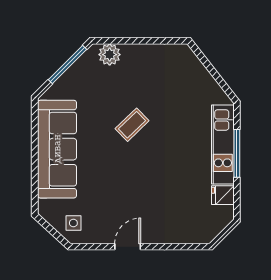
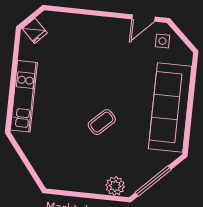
window: (237, 153) -> (12, 87), removed
fridge: (223, 195) -> (35, 31), moved, turned 45
door: (128, 247) -> (143, 18), moved

